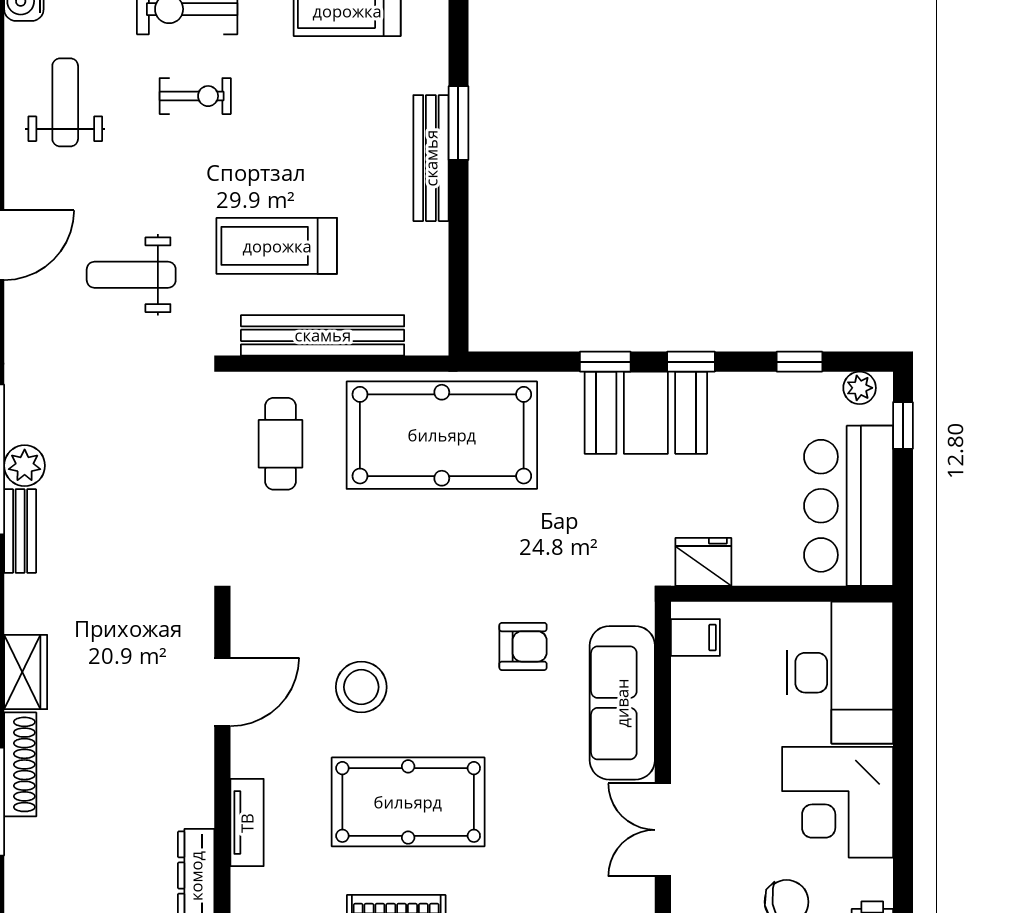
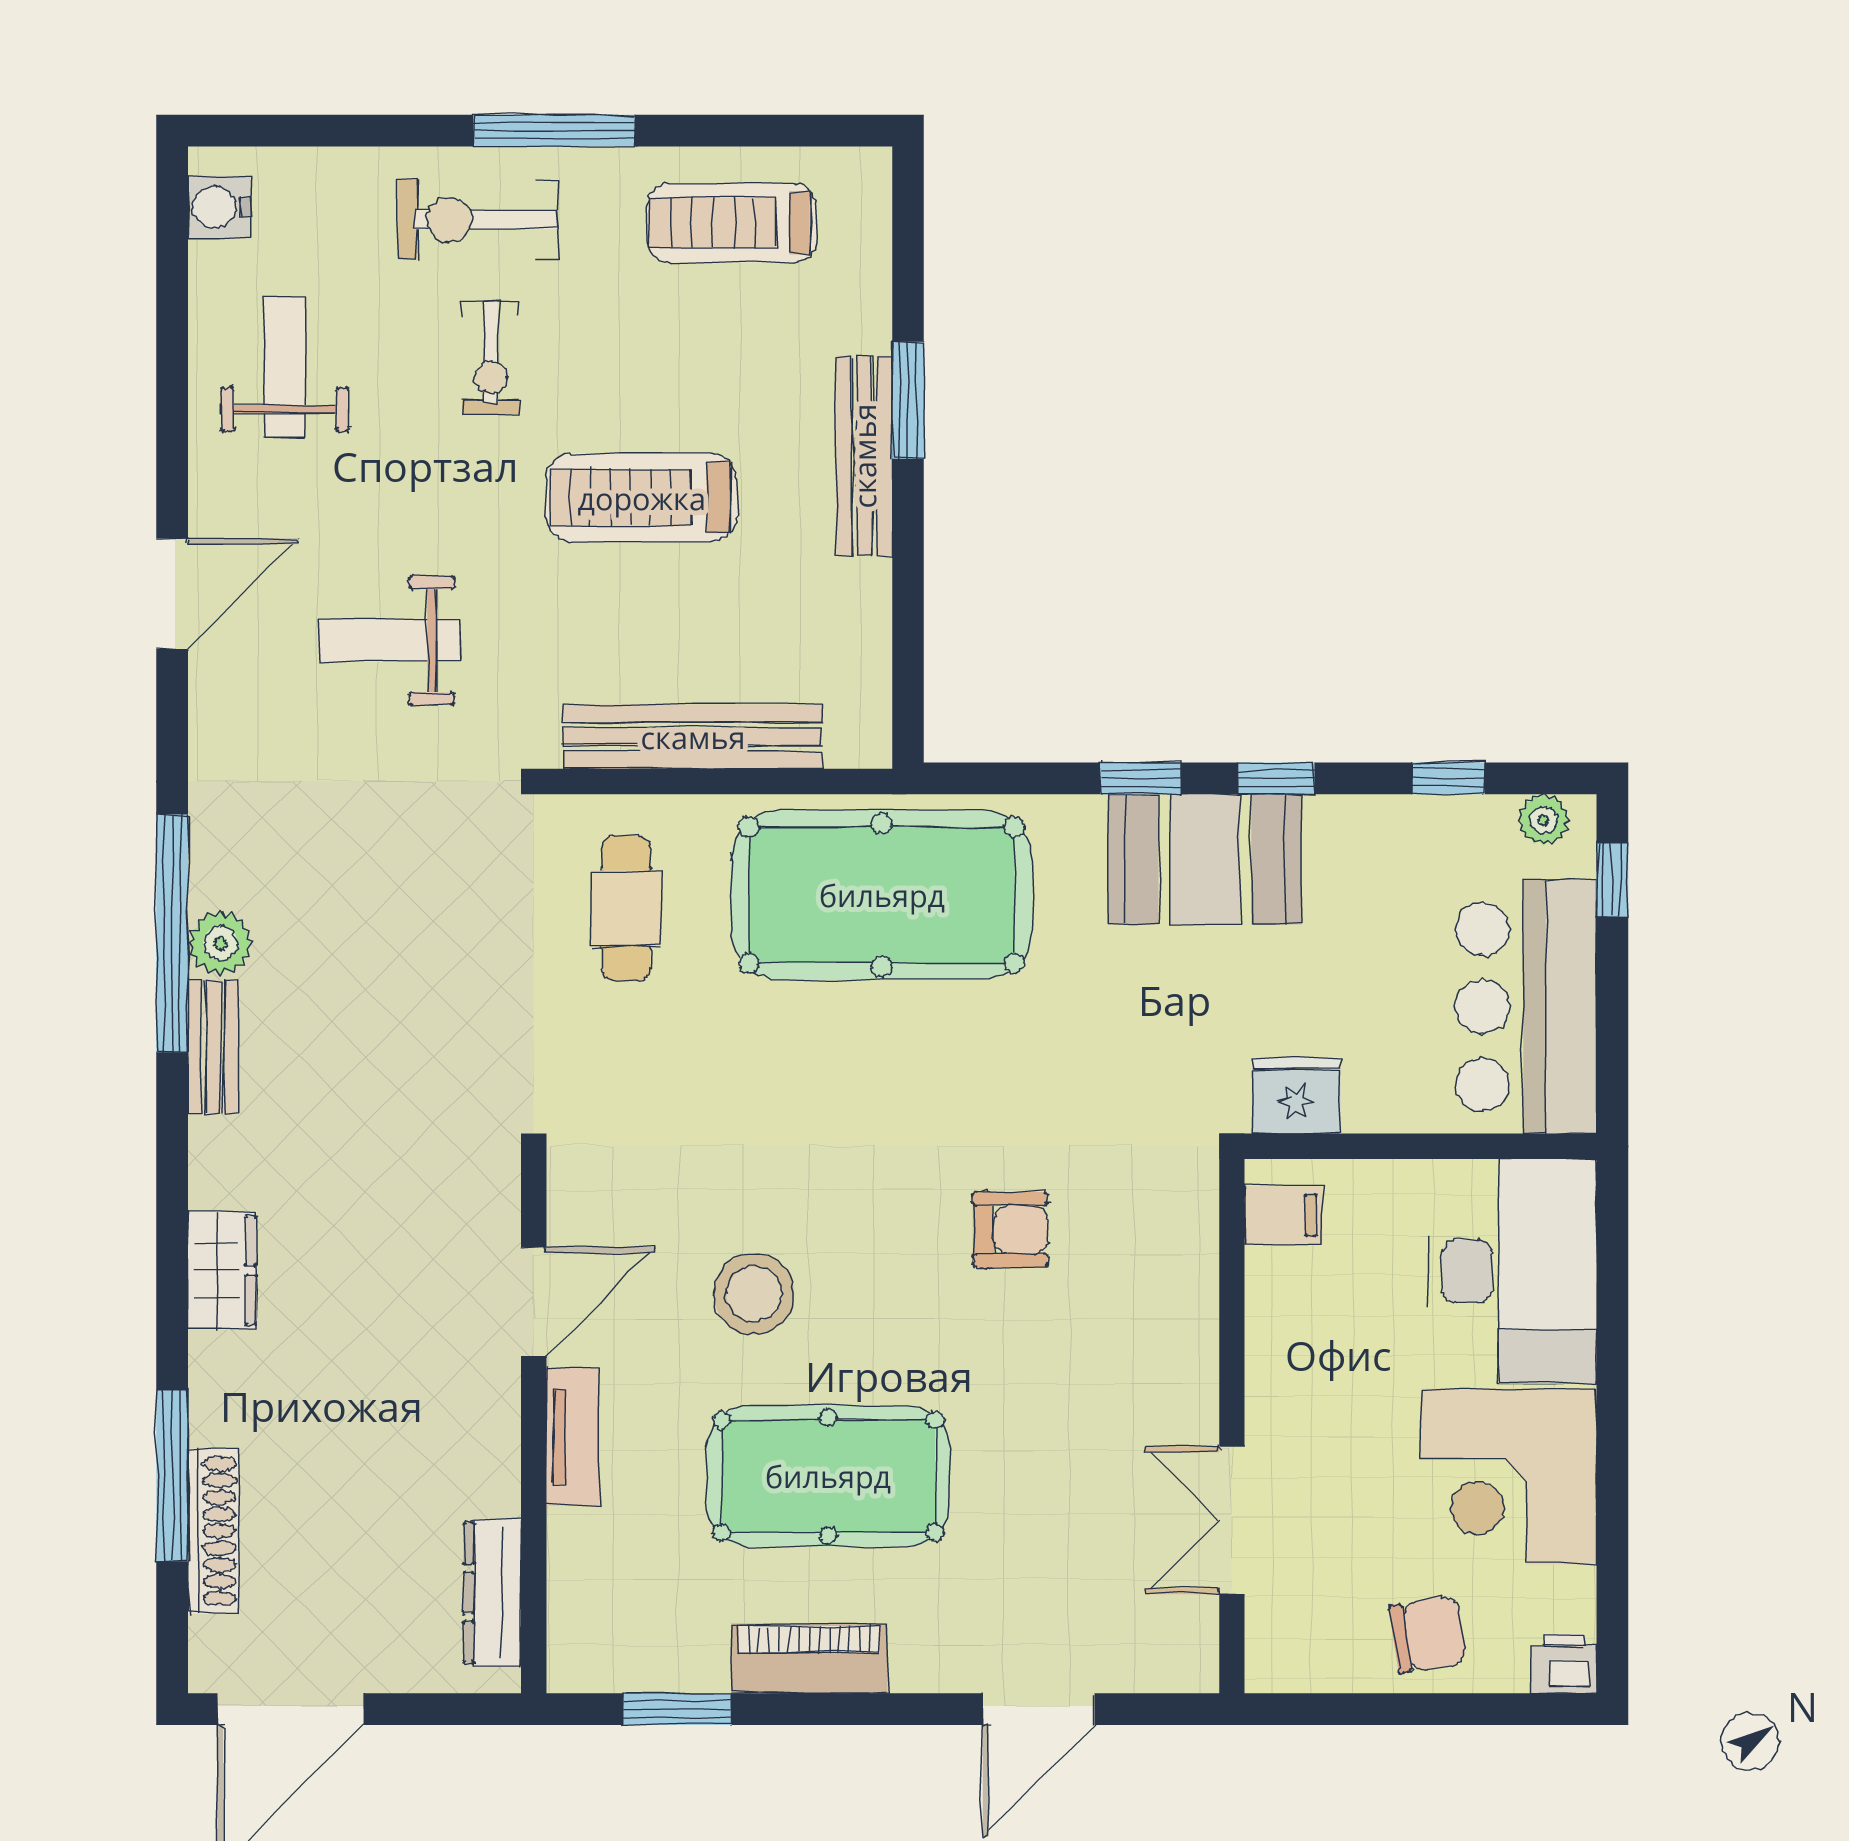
exercise bike: (195, 96) -> (491, 357), turned 90
treadmill: (277, 246) -> (642, 498), moved
sofa: (622, 703) -> (1168, 1319), removed
shoe rack: (20, 764) -> (213, 1531), moved
tv unit: (247, 823) -> (573, 1437), moved

